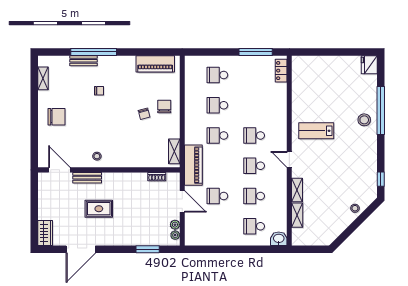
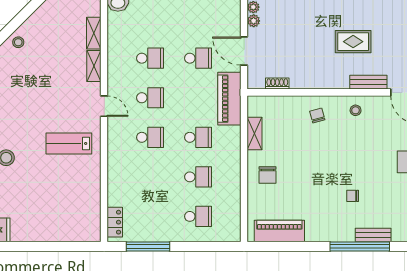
chair: (144, 114) -> (317, 115), moved
lab bench: (316, 131) -> (69, 143), turned 180
shelving: (174, 151) -> (255, 134), moved
school desk: (254, 226) -> (150, 19), removed

